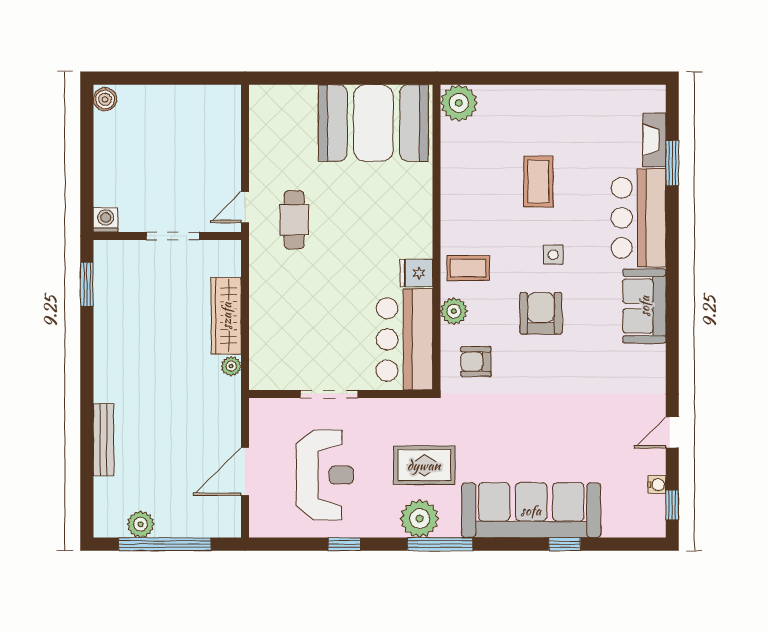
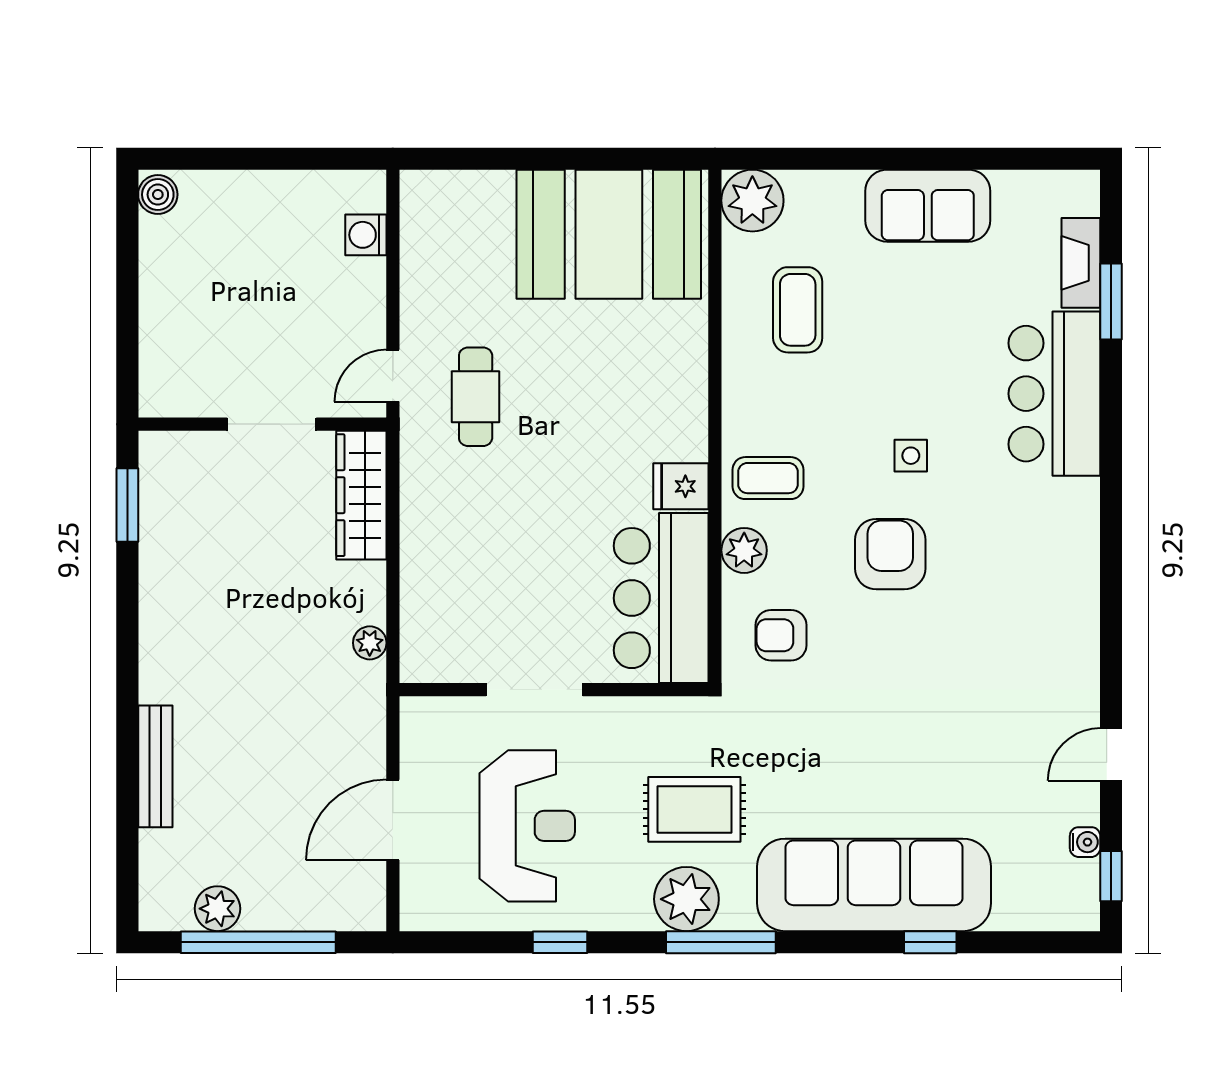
coffee table: (538, 182) -> (798, 310), moved
washing machine: (106, 220) -> (366, 235), moved, turned -90
sofa: (644, 306) -> (928, 206), moved, turned -90
wardrobe: (226, 316) -> (361, 495), moved

